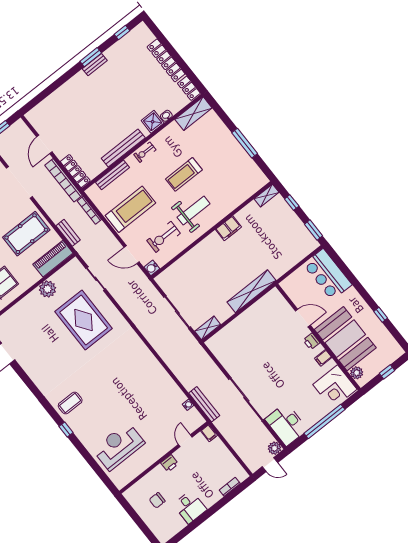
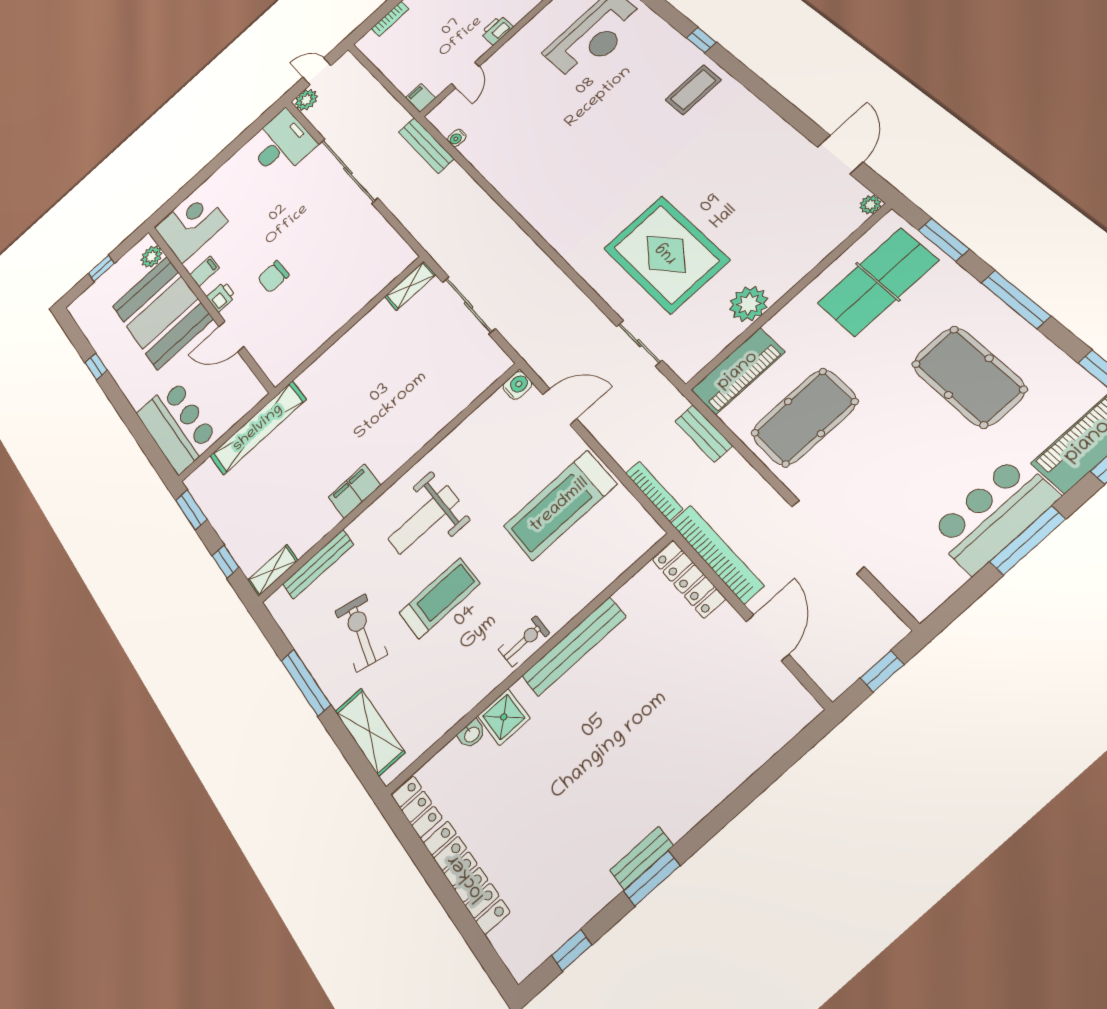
shelving: (193, 114) -> (370, 732), moved, turned 90
bench: (113, 175) -> (318, 564), moved
exercise bike: (164, 237) -> (361, 633), moved, turned -76
shelving: (251, 291) -> (258, 428), moved
chair: (283, 347) -> (273, 277), added
window: (324, 421) -> (216, 163), removed

